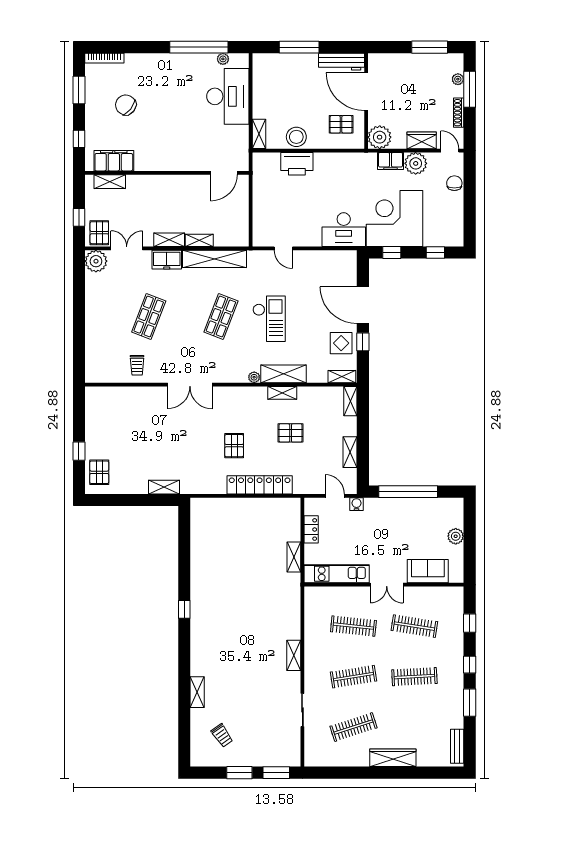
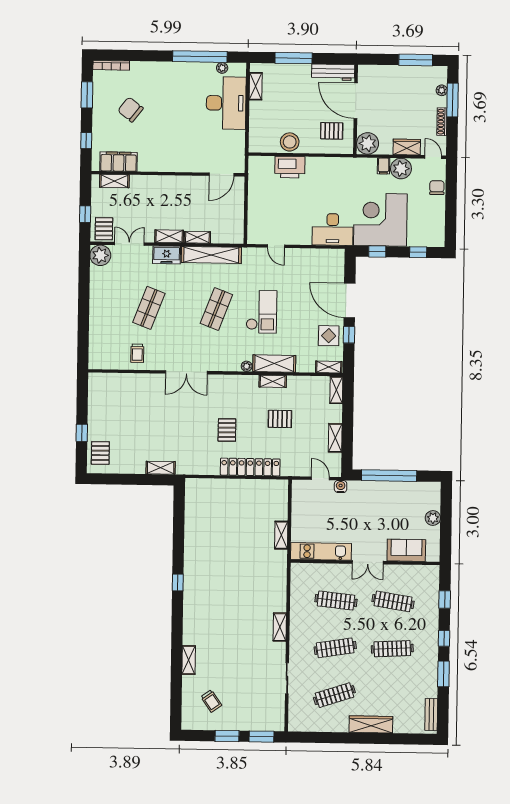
shelving: (259, 134) -> (256, 86), moved
filing cabinet: (391, 161) -> (383, 166), width x0.50
locker: (311, 529) -> (298, 510), removed

